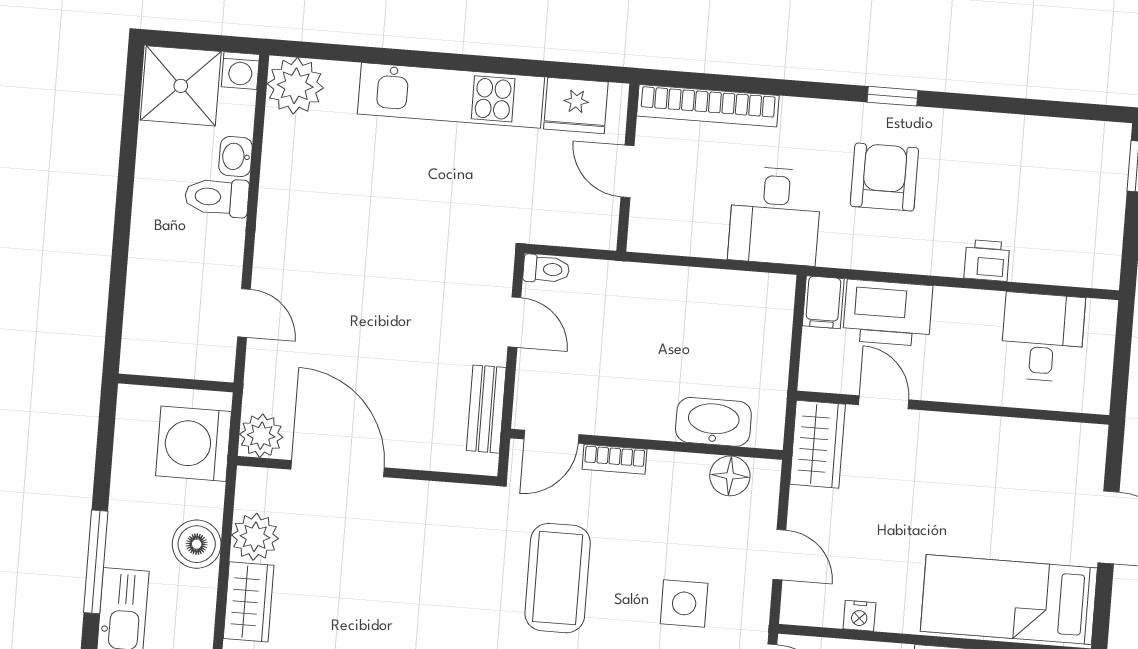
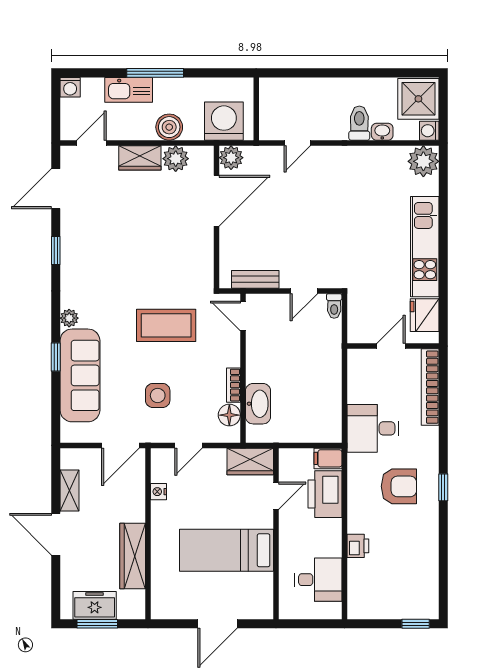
bookcase: (615, 459) -> (233, 385), moved
bed: (1009, 600) -> (226, 550), moved, turned -90

